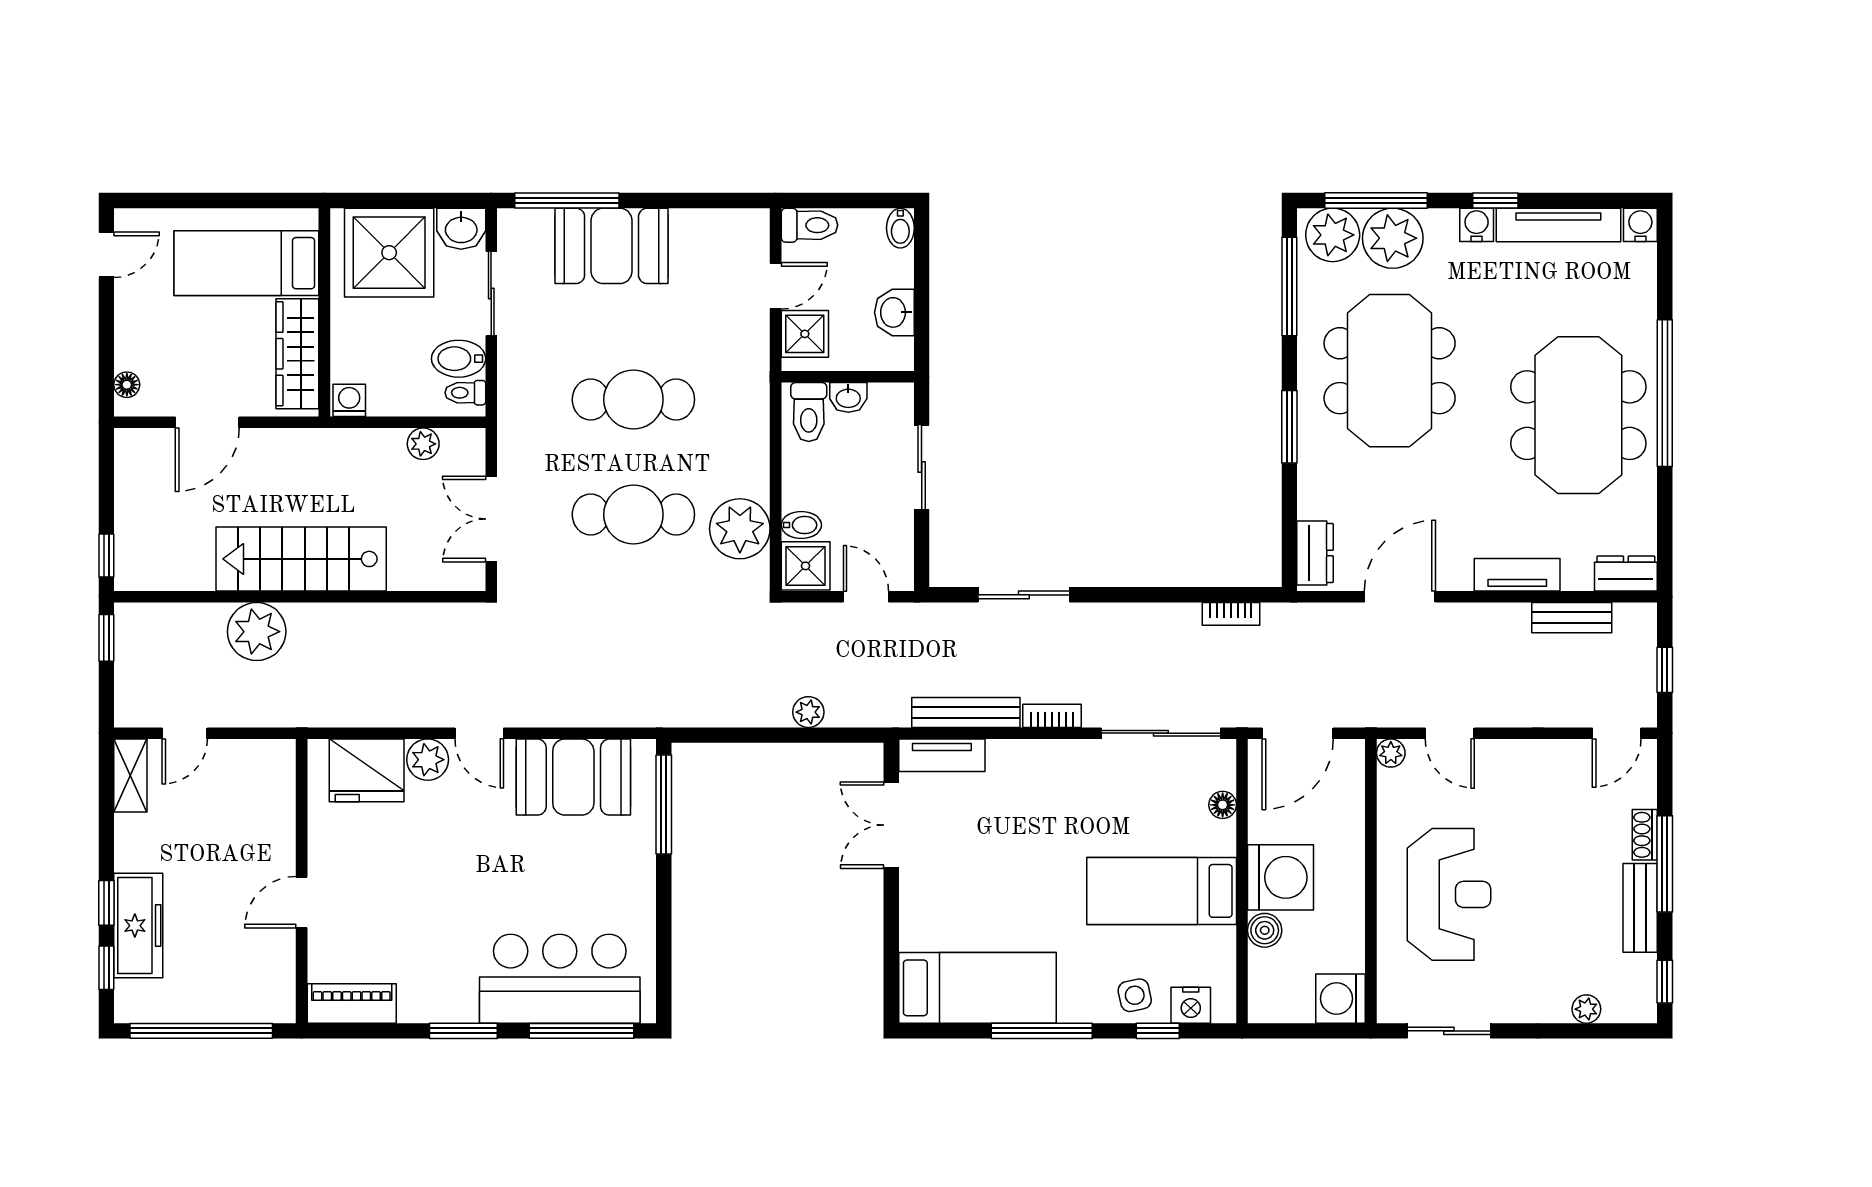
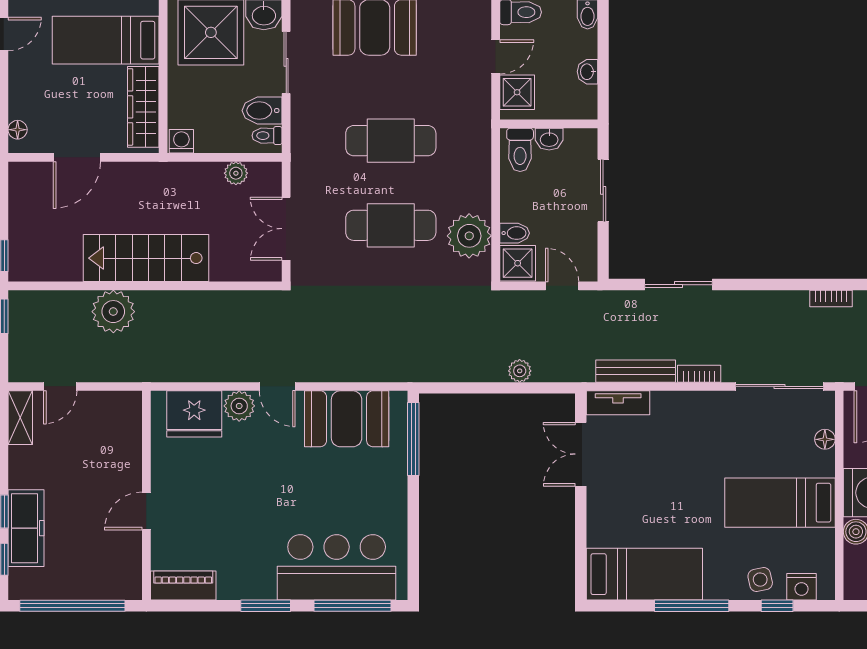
washbasin: (894, 312) -> (588, 72), width x0.72, depth x0.69

